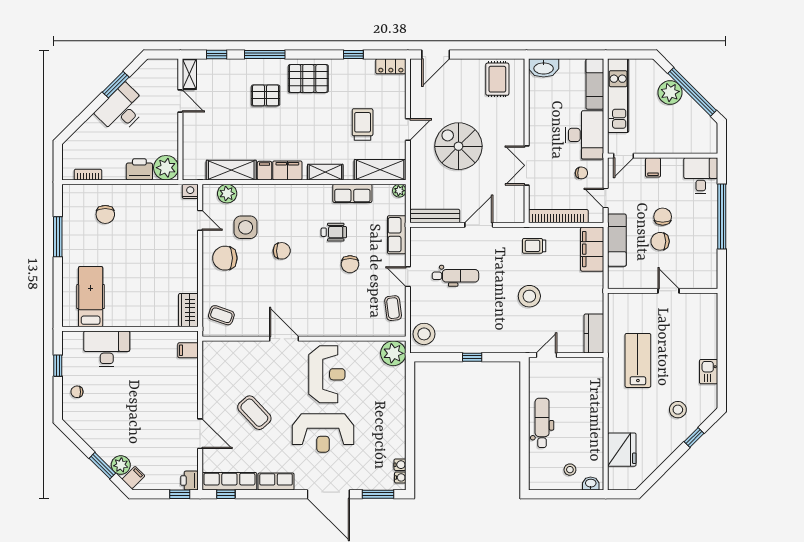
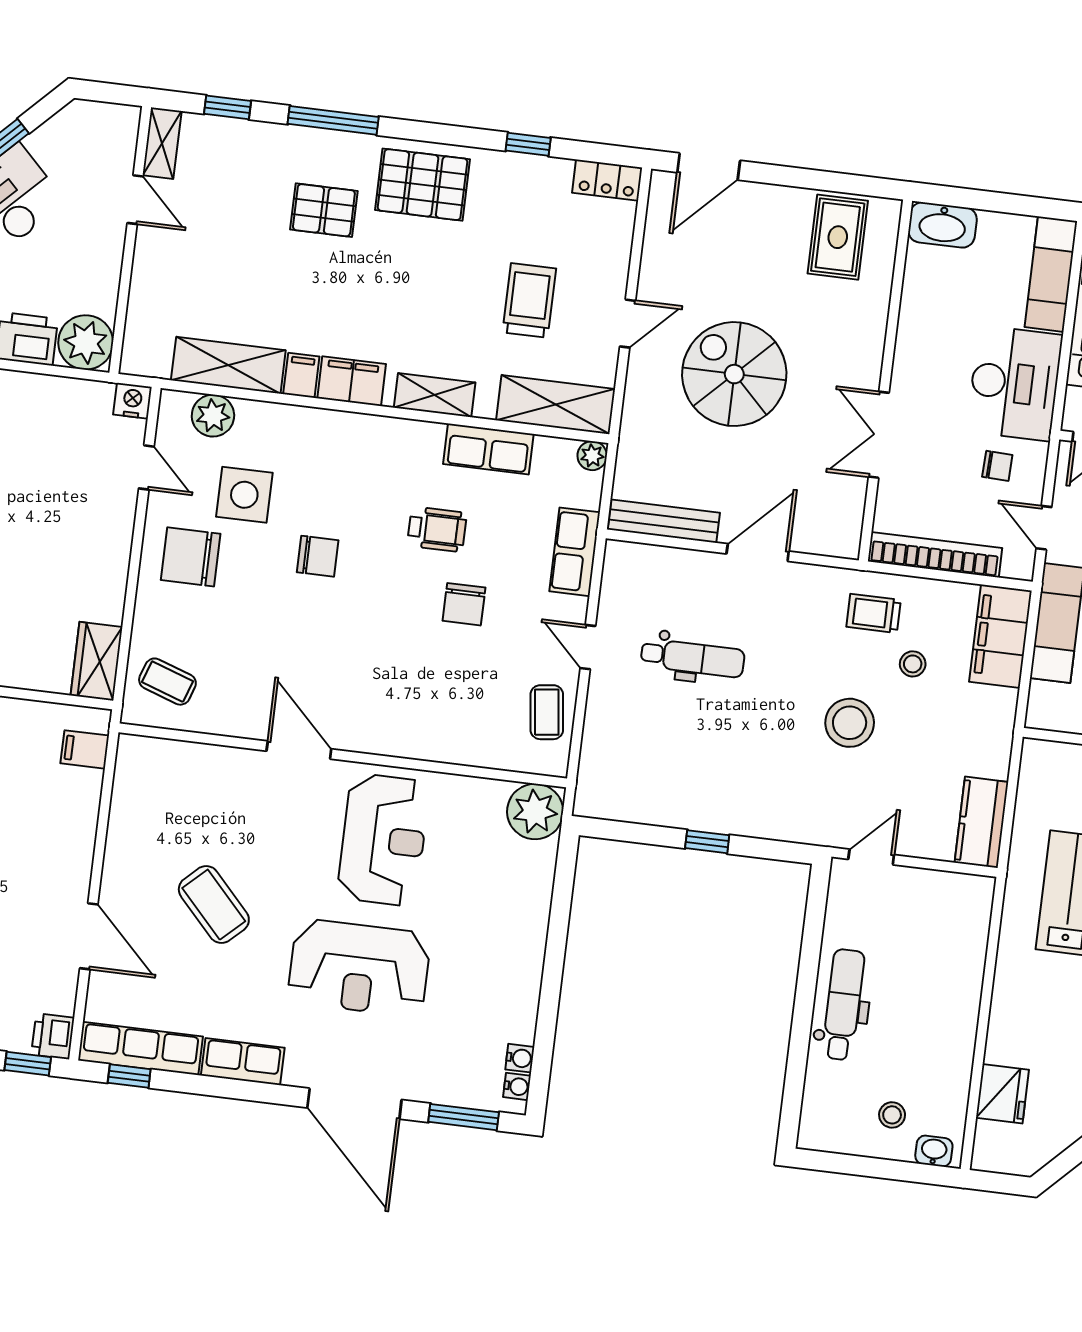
stool: (424, 334) -> (913, 664), moved, width x0.53, depth x0.53
fridge: (622, 450) -> (1002, 1094), width x0.73, depth x0.75

